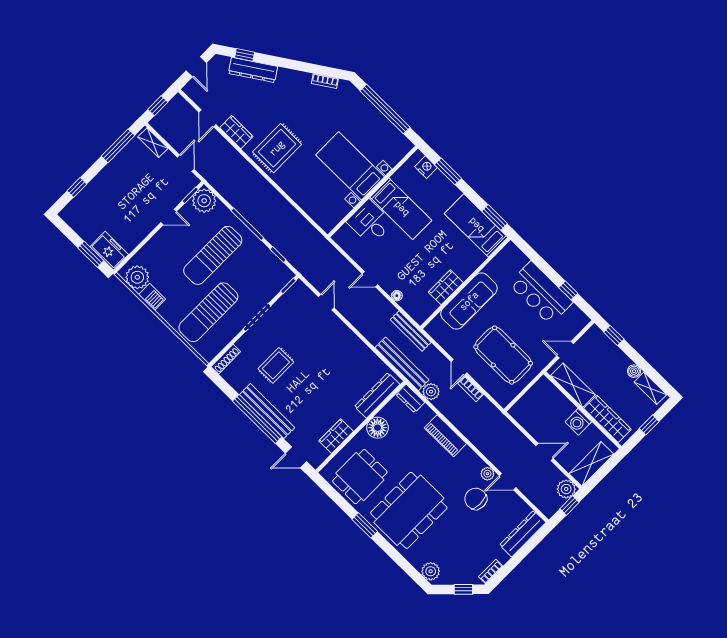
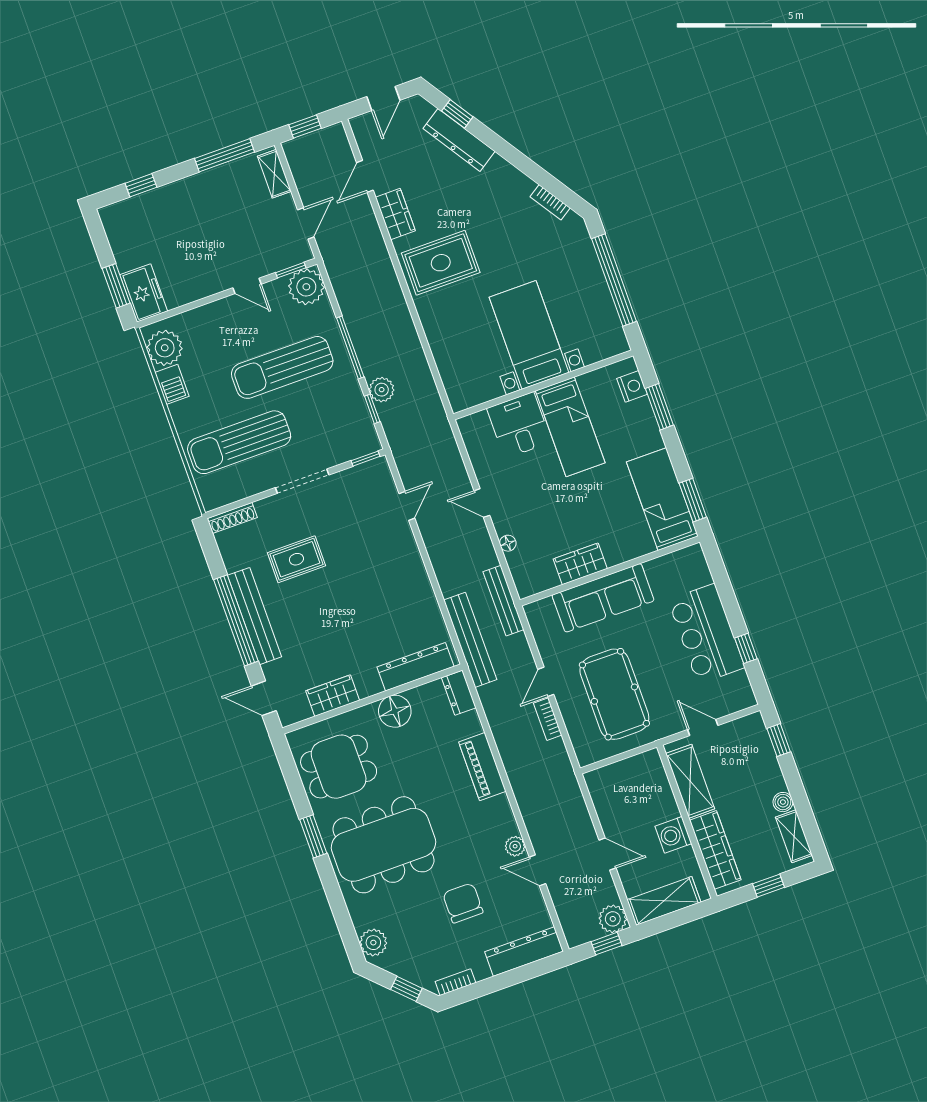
plant: (431, 392) -> (382, 390), moved
chair: (476, 499) -> (463, 903), moved

